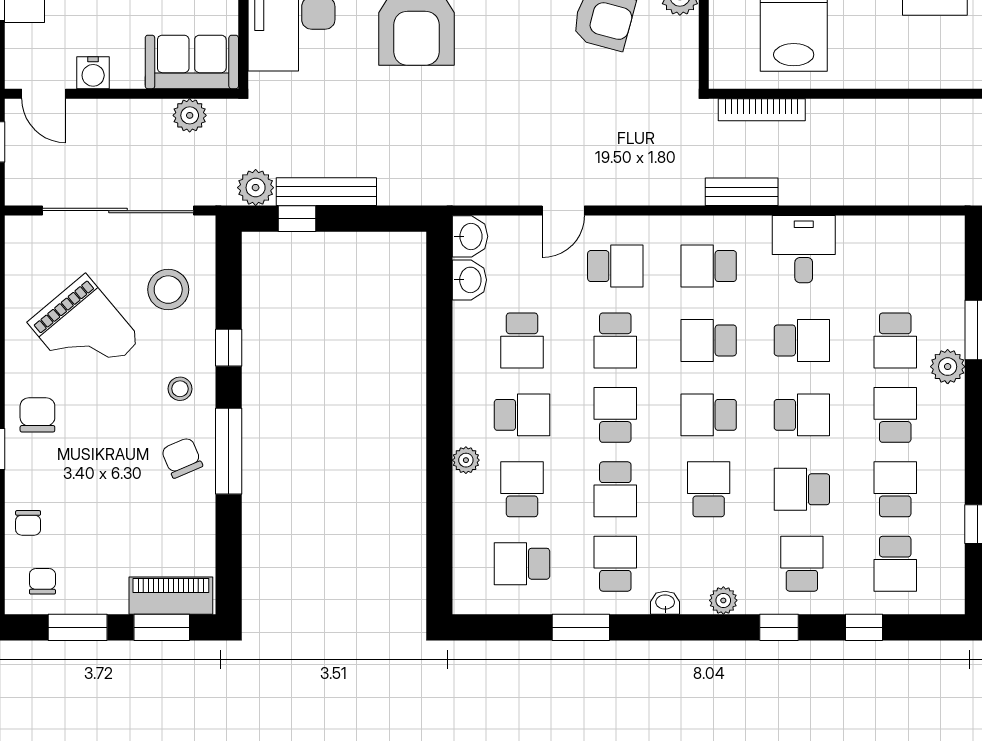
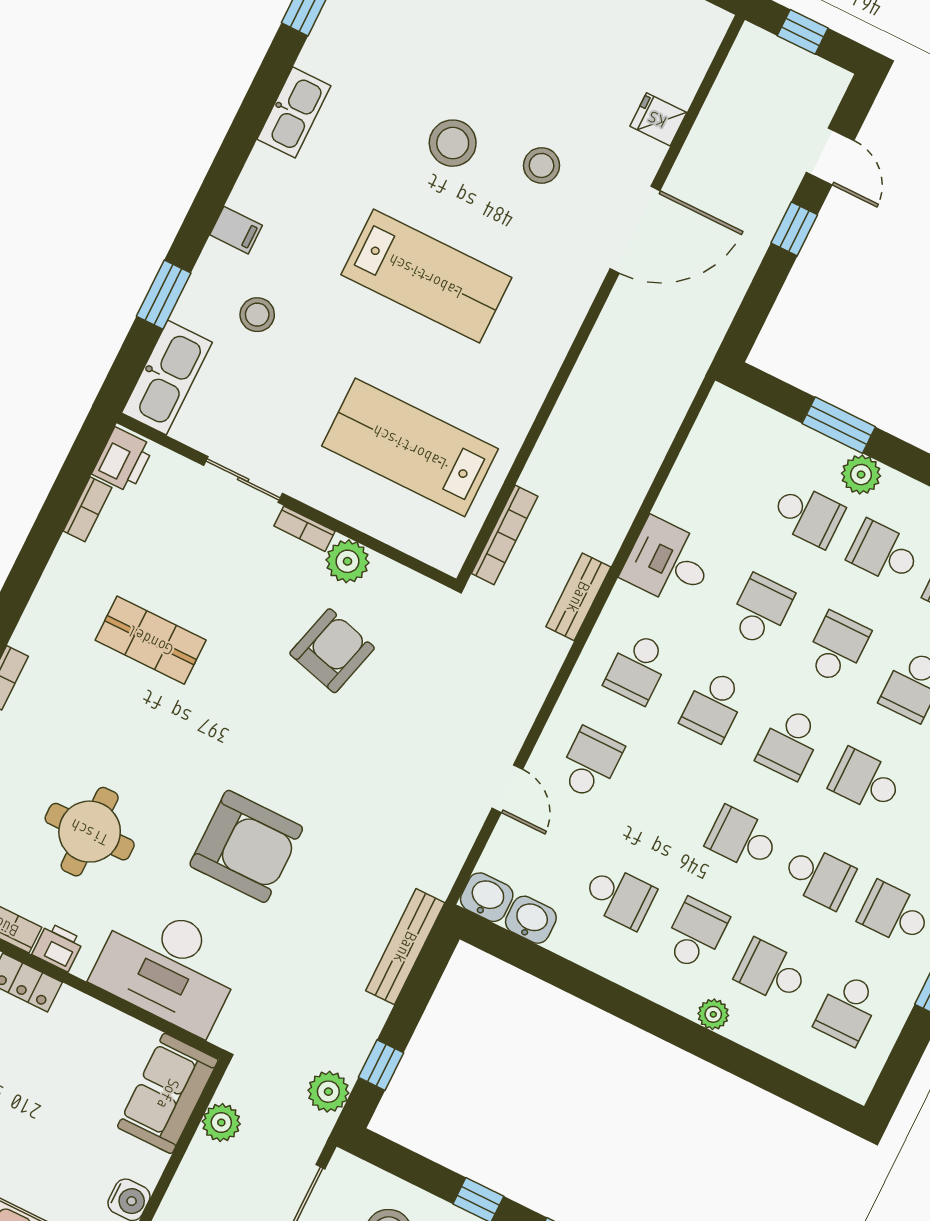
bench: (326, 192) -> (405, 947), moved
school desk: (615, 340) -> (666, 801), removed

